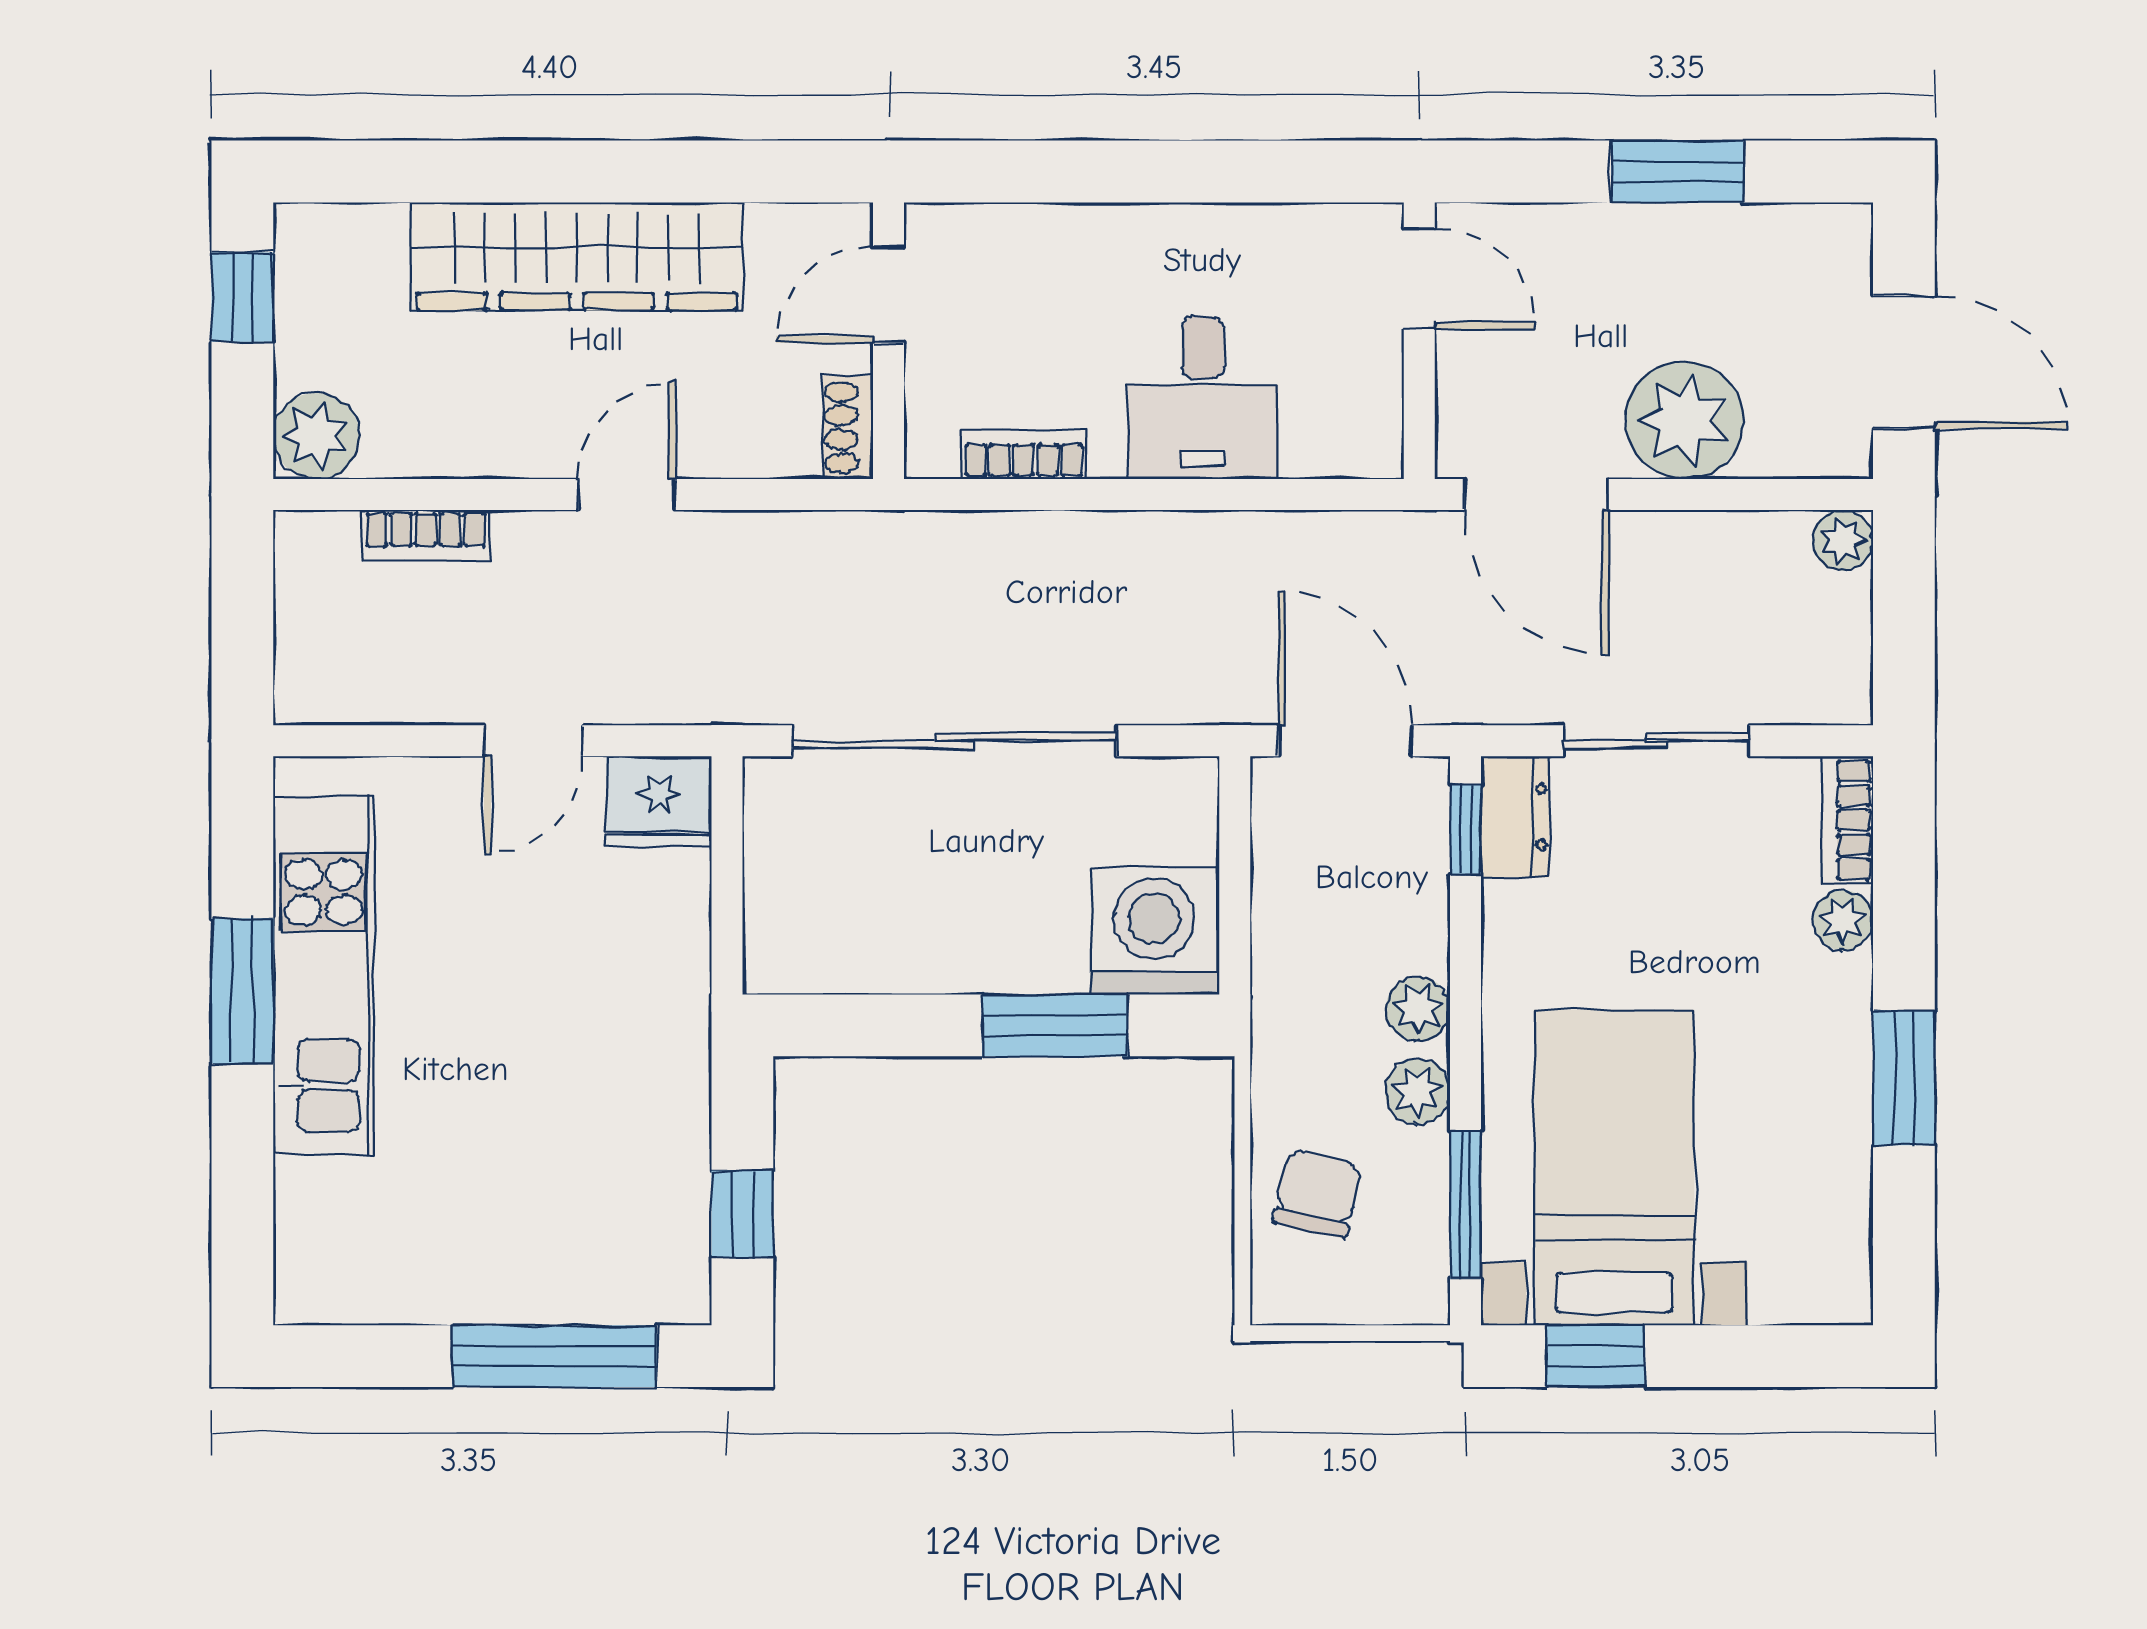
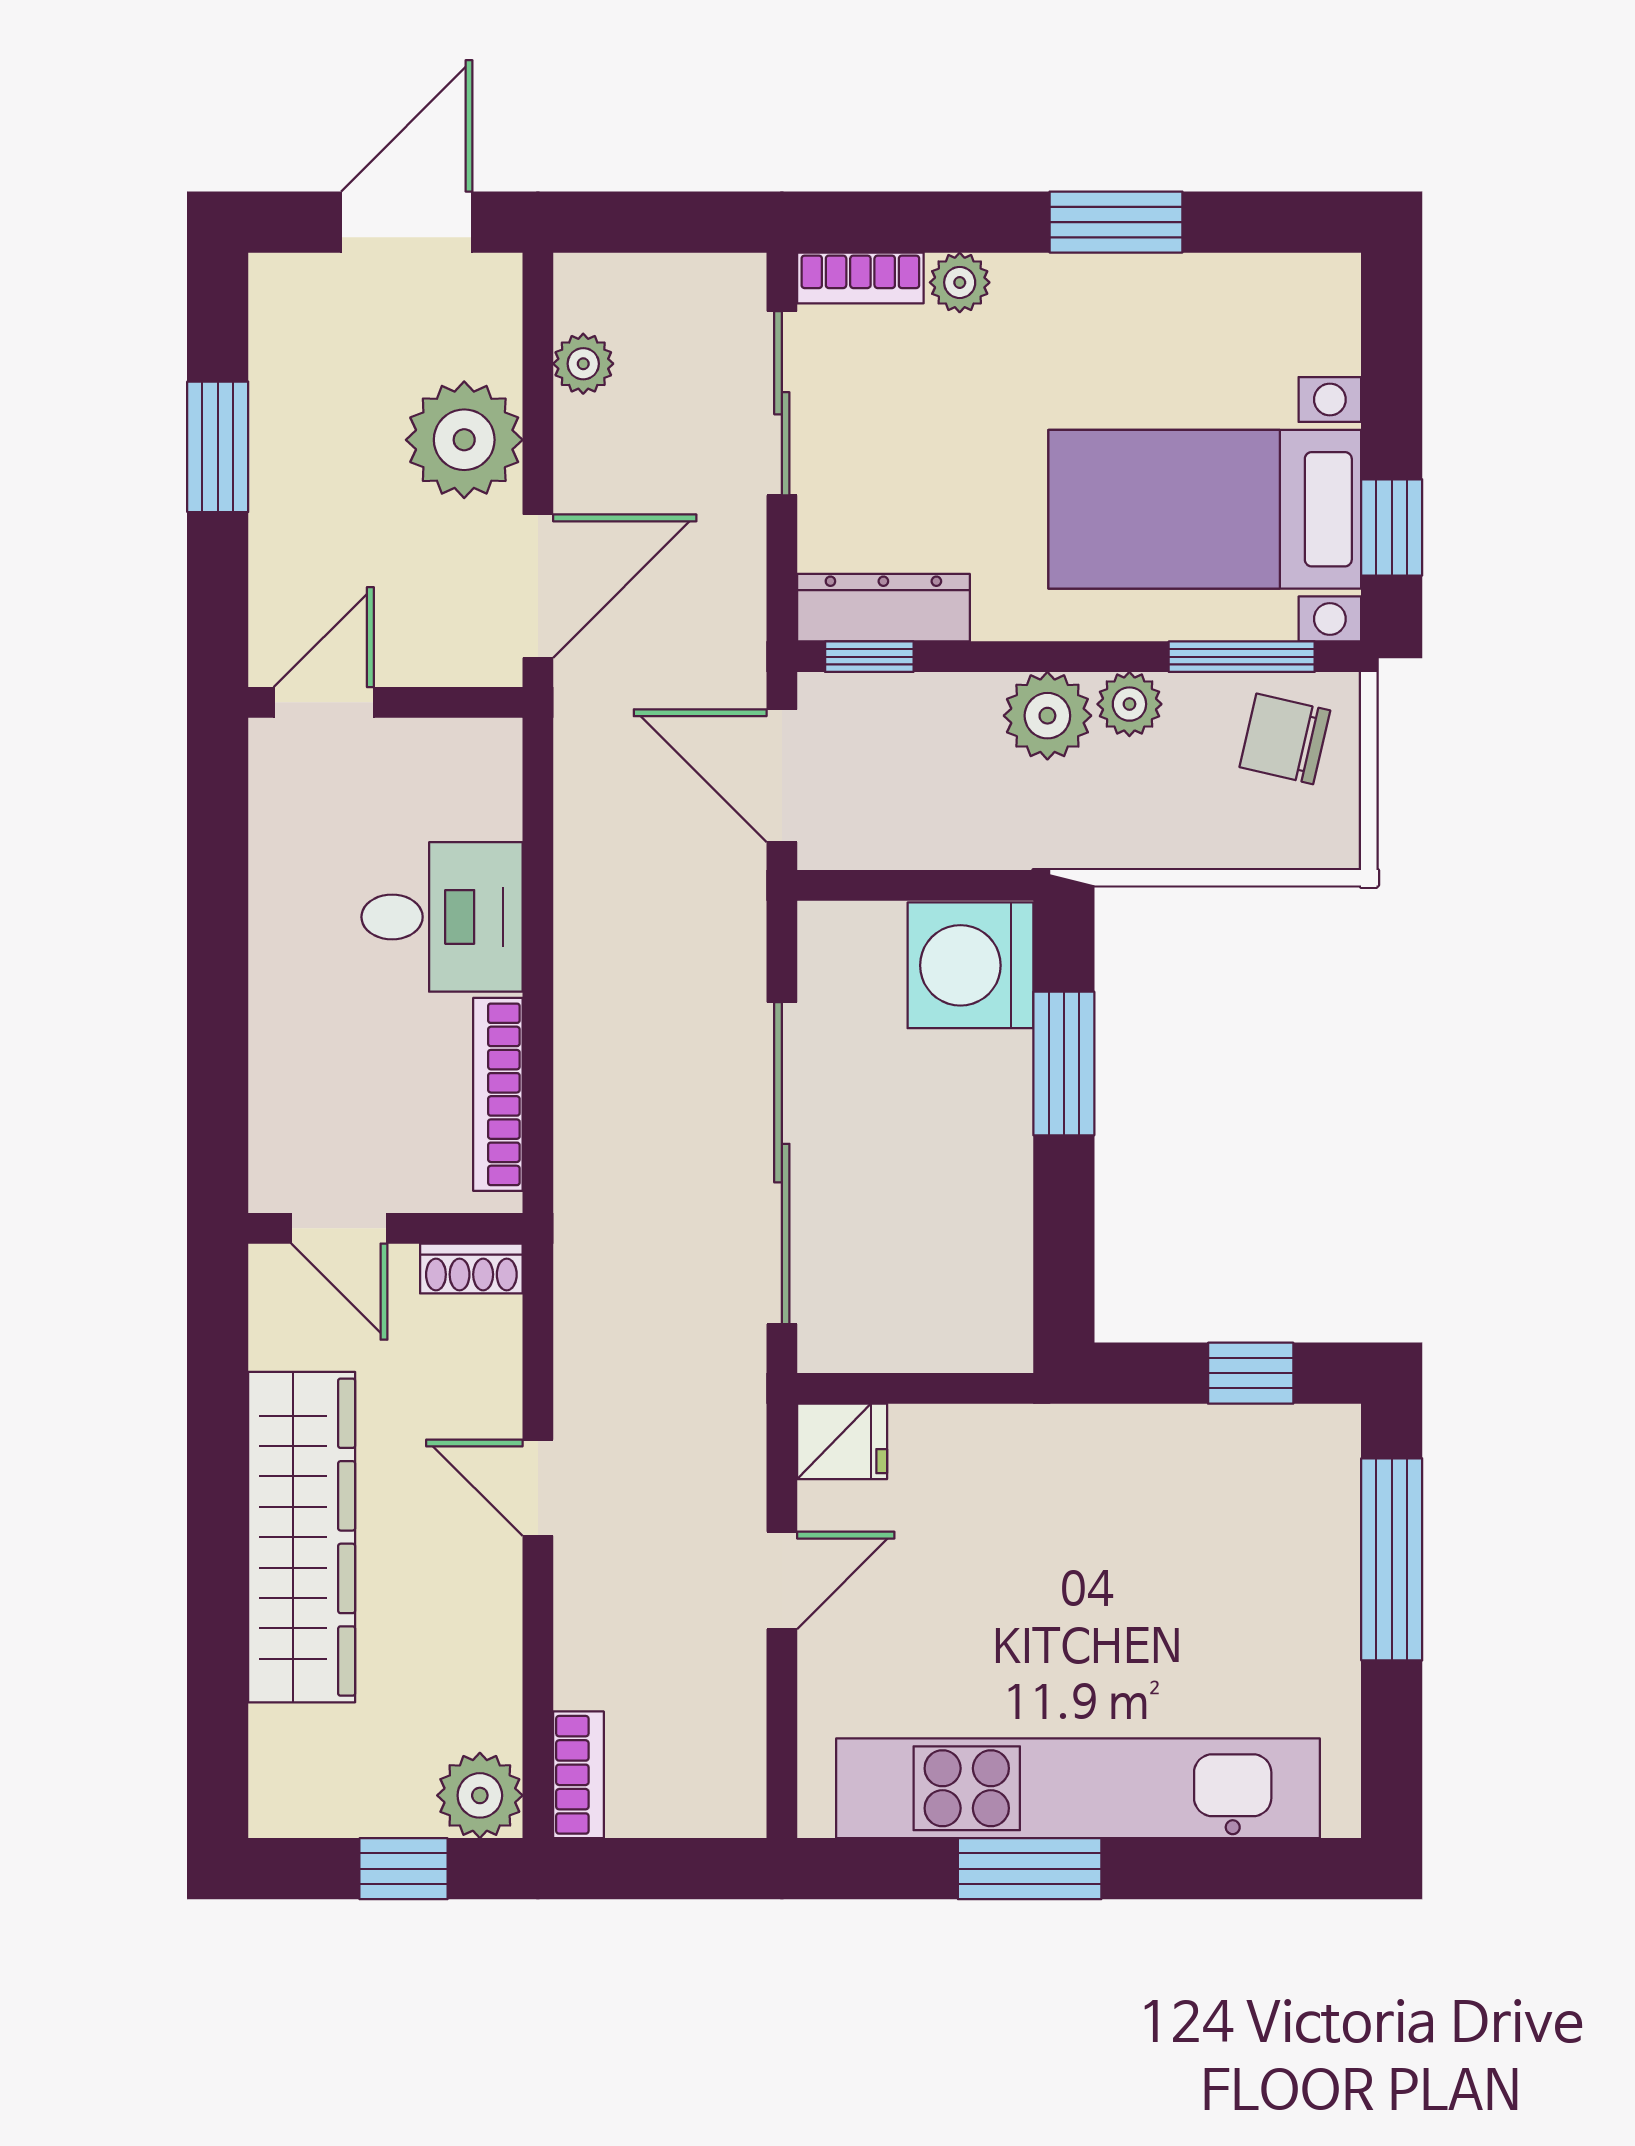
window: (242, 297) -> (403, 1869), moved
bookcase: (1024, 454) -> (498, 1094), width x1.56
bookcase: (426, 536) -> (578, 1775), moved
plant: (1843, 540) -> (583, 364), moved
door: (533, 741) -> (782, 1580), hinge flipped
door: (1345, 741) -> (782, 776), hinge flipped
sliding door: (1656, 741) -> (782, 403), moved
fridge: (659, 802) -> (842, 1441), width x0.72
dresser: (1515, 817) -> (883, 608), width x1.44
kitchen unit: (324, 975) -> (1078, 1788), width x1.36
plant: (1418, 1009) -> (1047, 716), width x1.38, depth x1.38
chair: (1317, 1193) -> (1285, 739), moved

